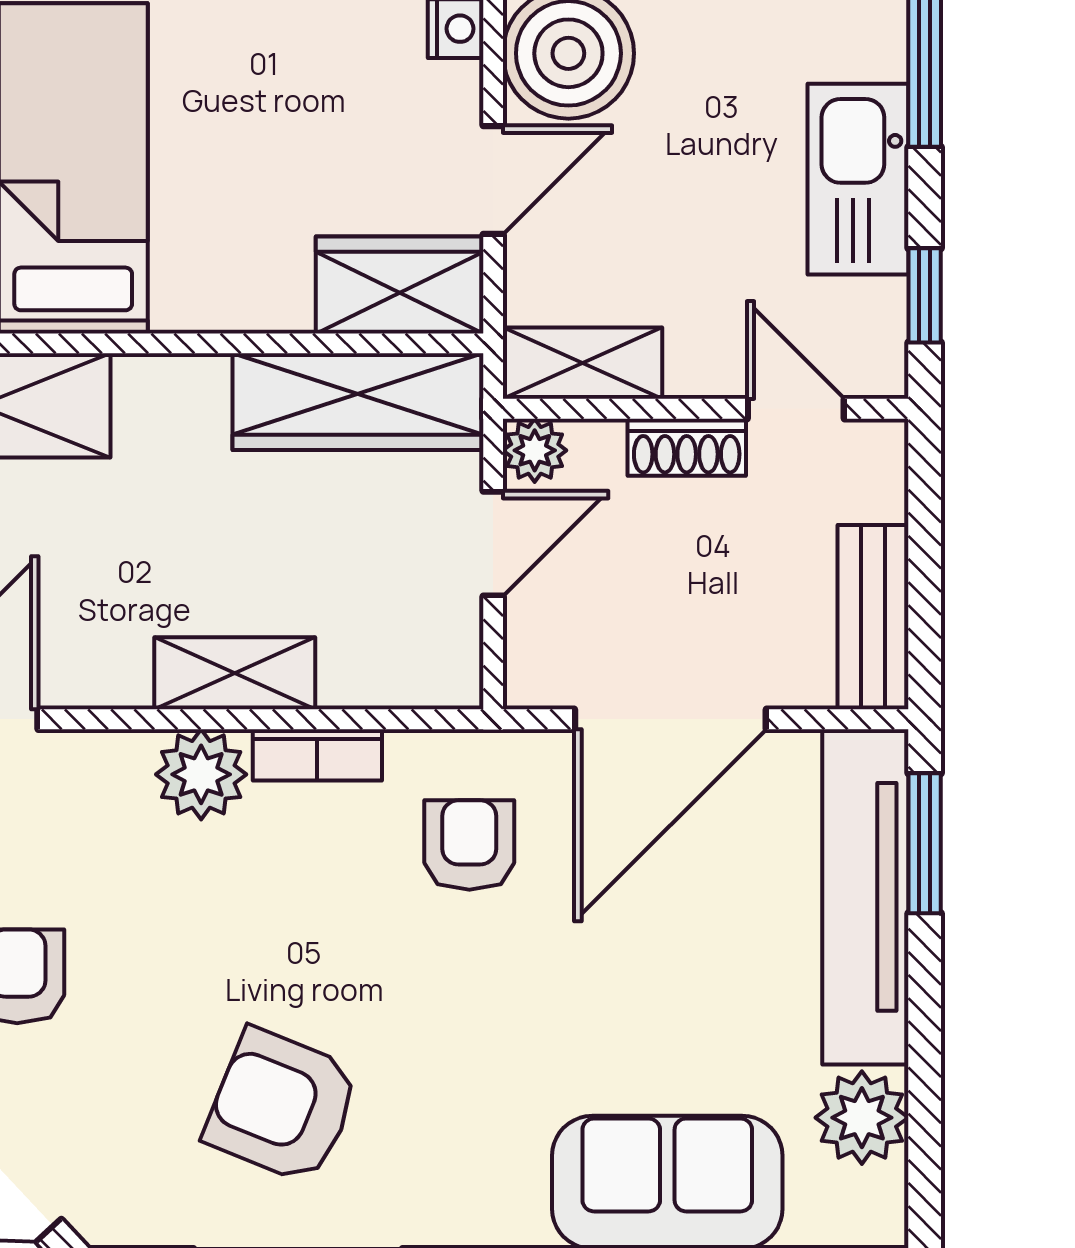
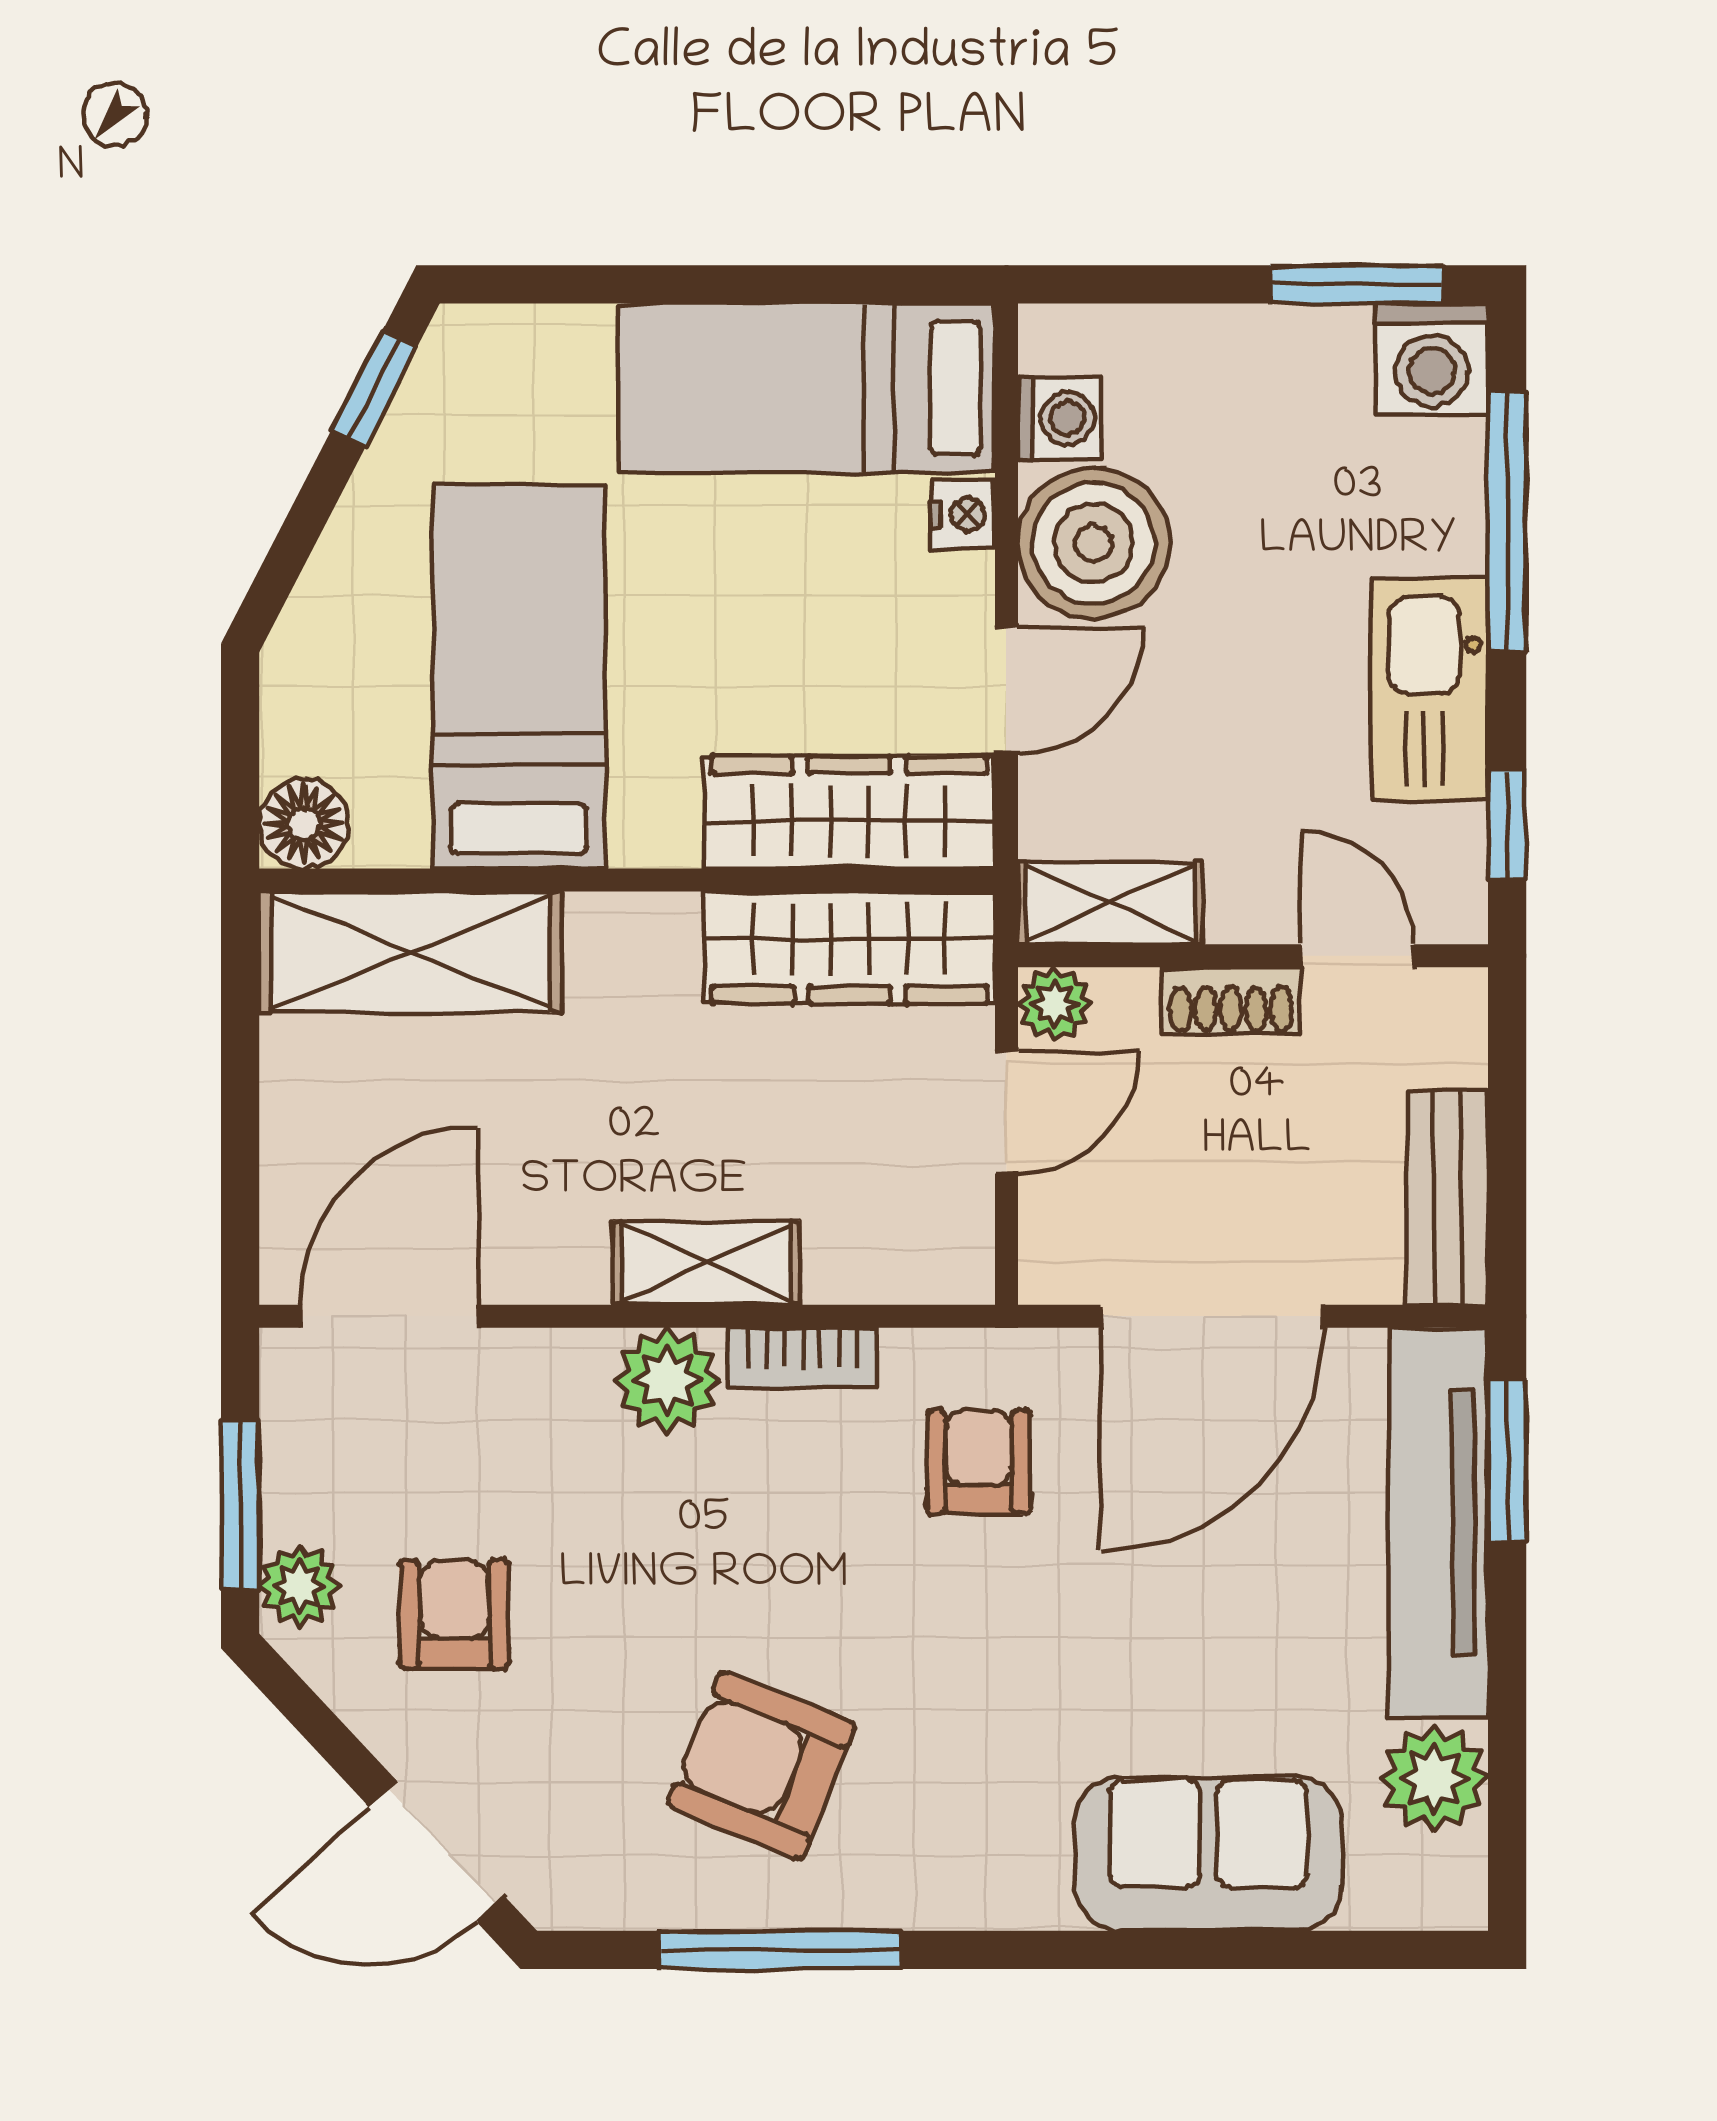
wardrobe: (400, 285) -> (849, 812), width x1.50

